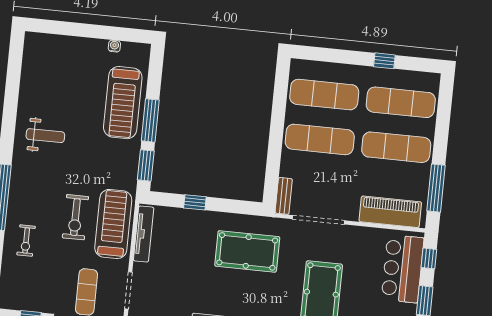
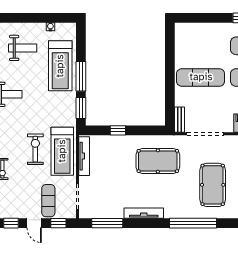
weight bench: (72, 72) -> (23, 48), added
exercise mat: (324, 95) -> (201, 46), removed
exercise bike: (75, 217) -> (35, 149), turned 180
treadmill: (113, 224) -> (62, 151), turned 180

